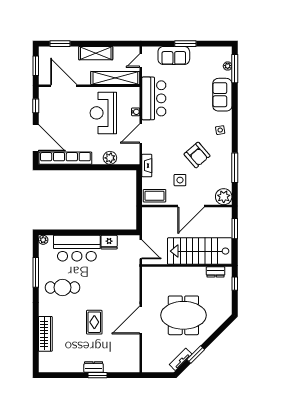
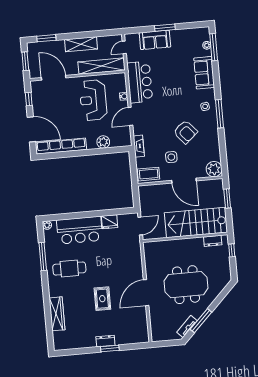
window: (235, 168) -> (220, 114), moved
door: (191, 206) -> (184, 181), hinge flipped
door: (141, 249) -> (140, 226), hinge flipped
window: (196, 355) -> (201, 321), width x1.44

